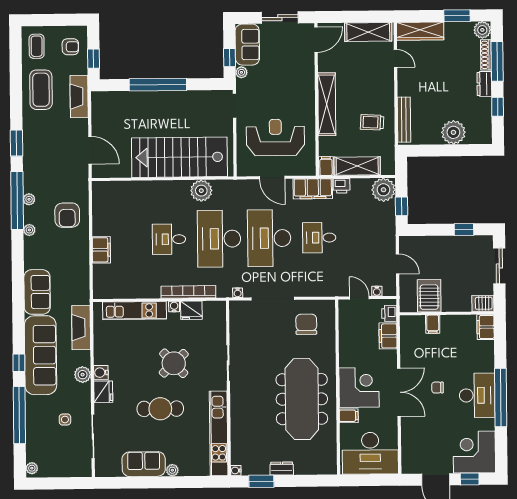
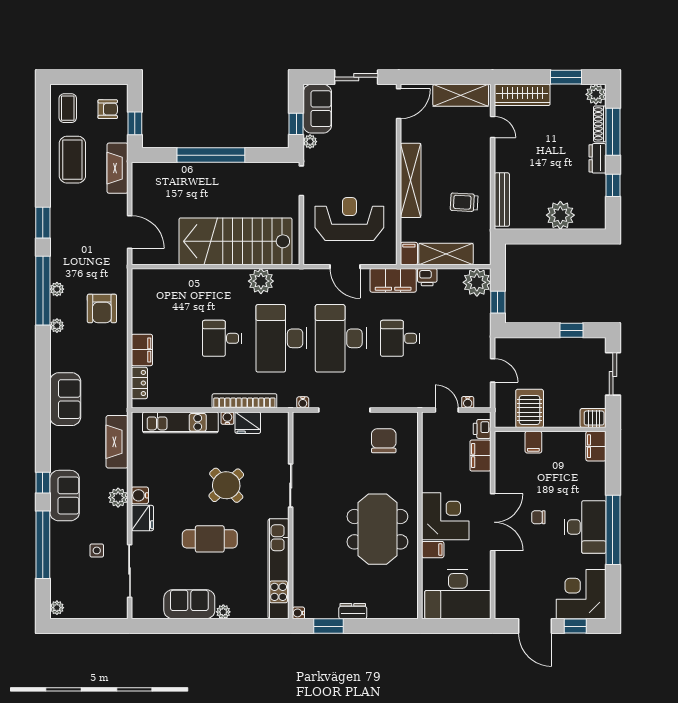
locker: (99, 278) -> (139, 383), added
sofa: (40, 355) -> (65, 496), width x0.54, depth x0.79
meeting table: (302, 399) -> (377, 529), width x0.73

